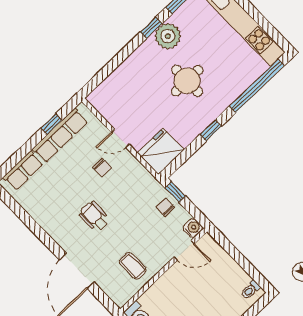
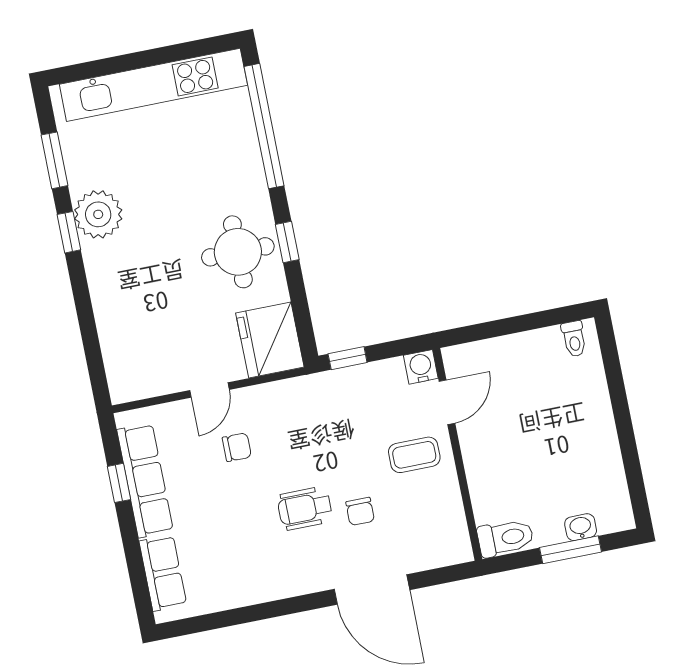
round table: (187, 81) -> (238, 252), moved
chair: (165, 207) -> (360, 511), moved, turned -90
coffee table: (133, 266) -> (414, 455), moved

